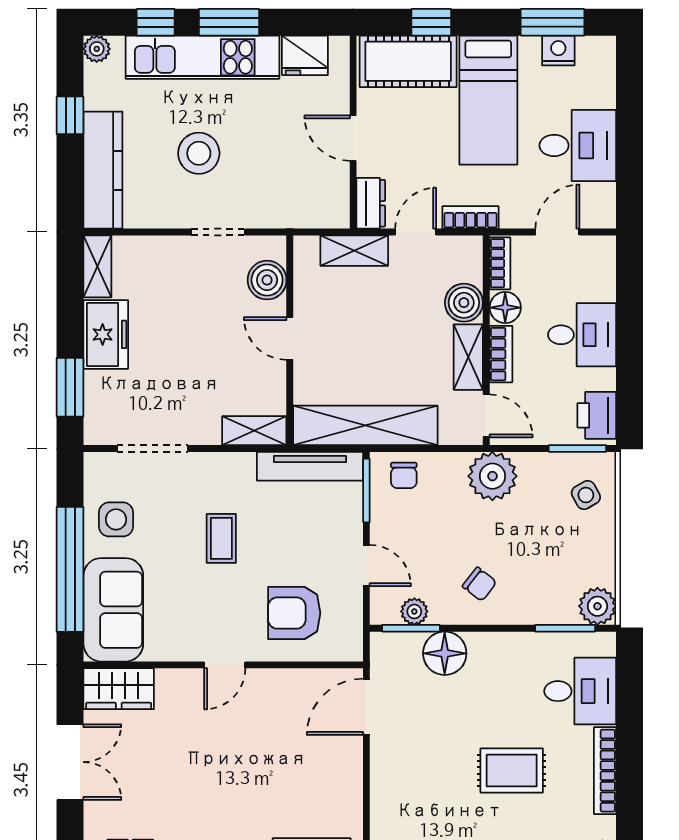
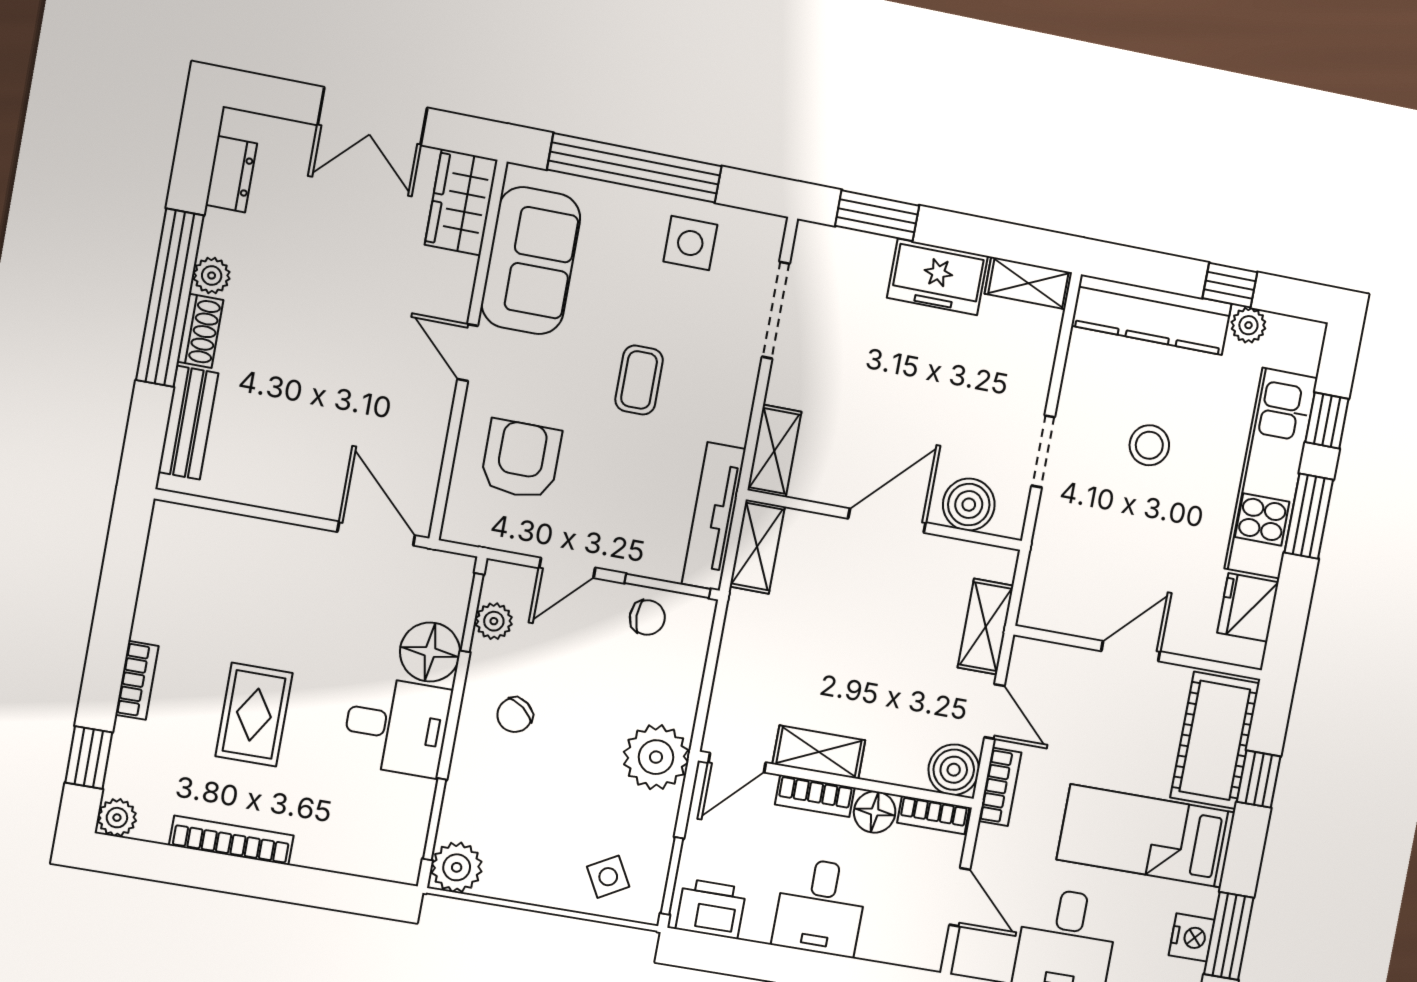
plant: (97, 49) -> (1249, 325), moved
stool: (199, 153) -> (1149, 445), width x0.73, depth x0.73
dresser: (371, 203) -> (1043, 659), removed
boiler: (464, 303) -> (954, 770), moved
door: (290, 338) -> (887, 521), width x1.38
shelving: (365, 425) -> (757, 547), width x0.45, depth x0.75
chair: (404, 475) -> (647, 617), moved, turned 180
coffee table: (221, 538) -> (639, 380), turned 90
sofa: (113, 610) -> (531, 261), moved, turned -90
desk: (580, 691) -> (397, 726), moved, turned -90

